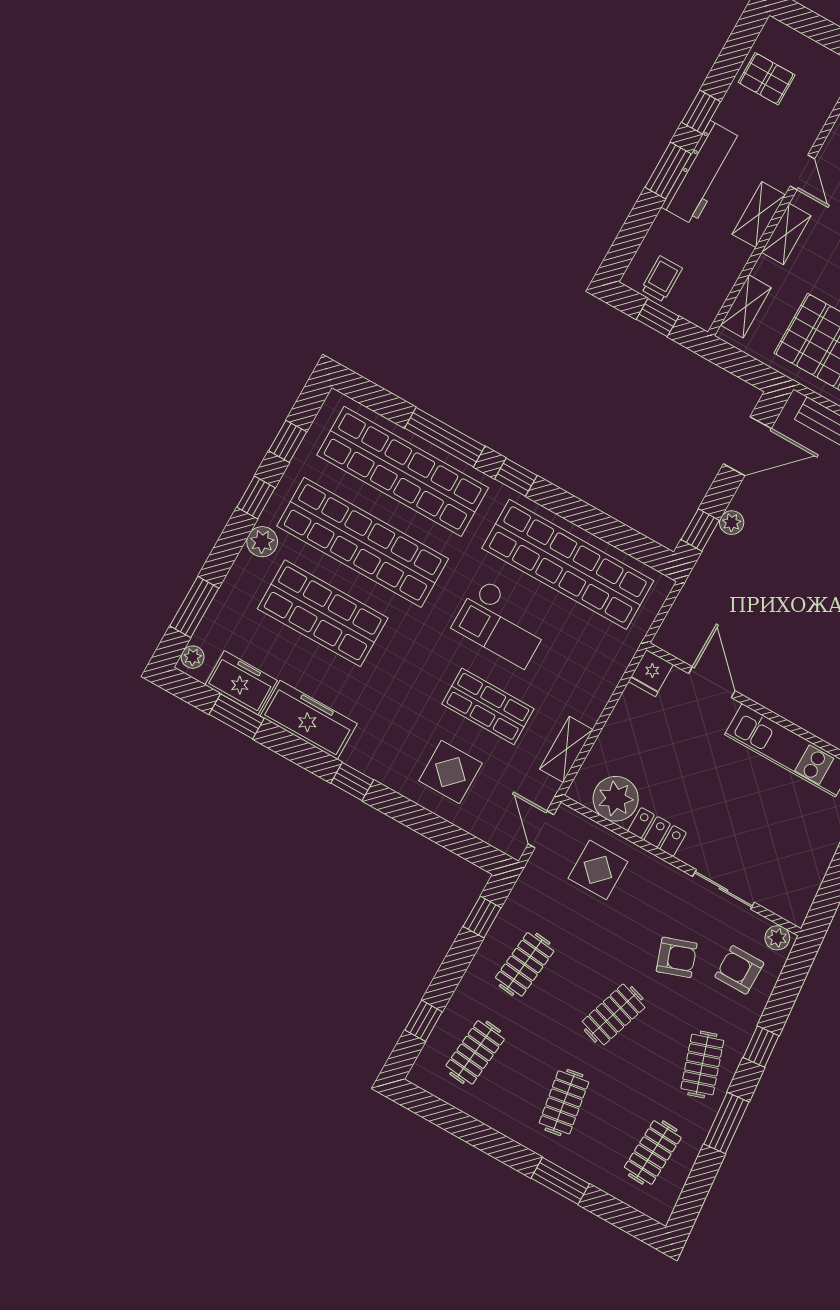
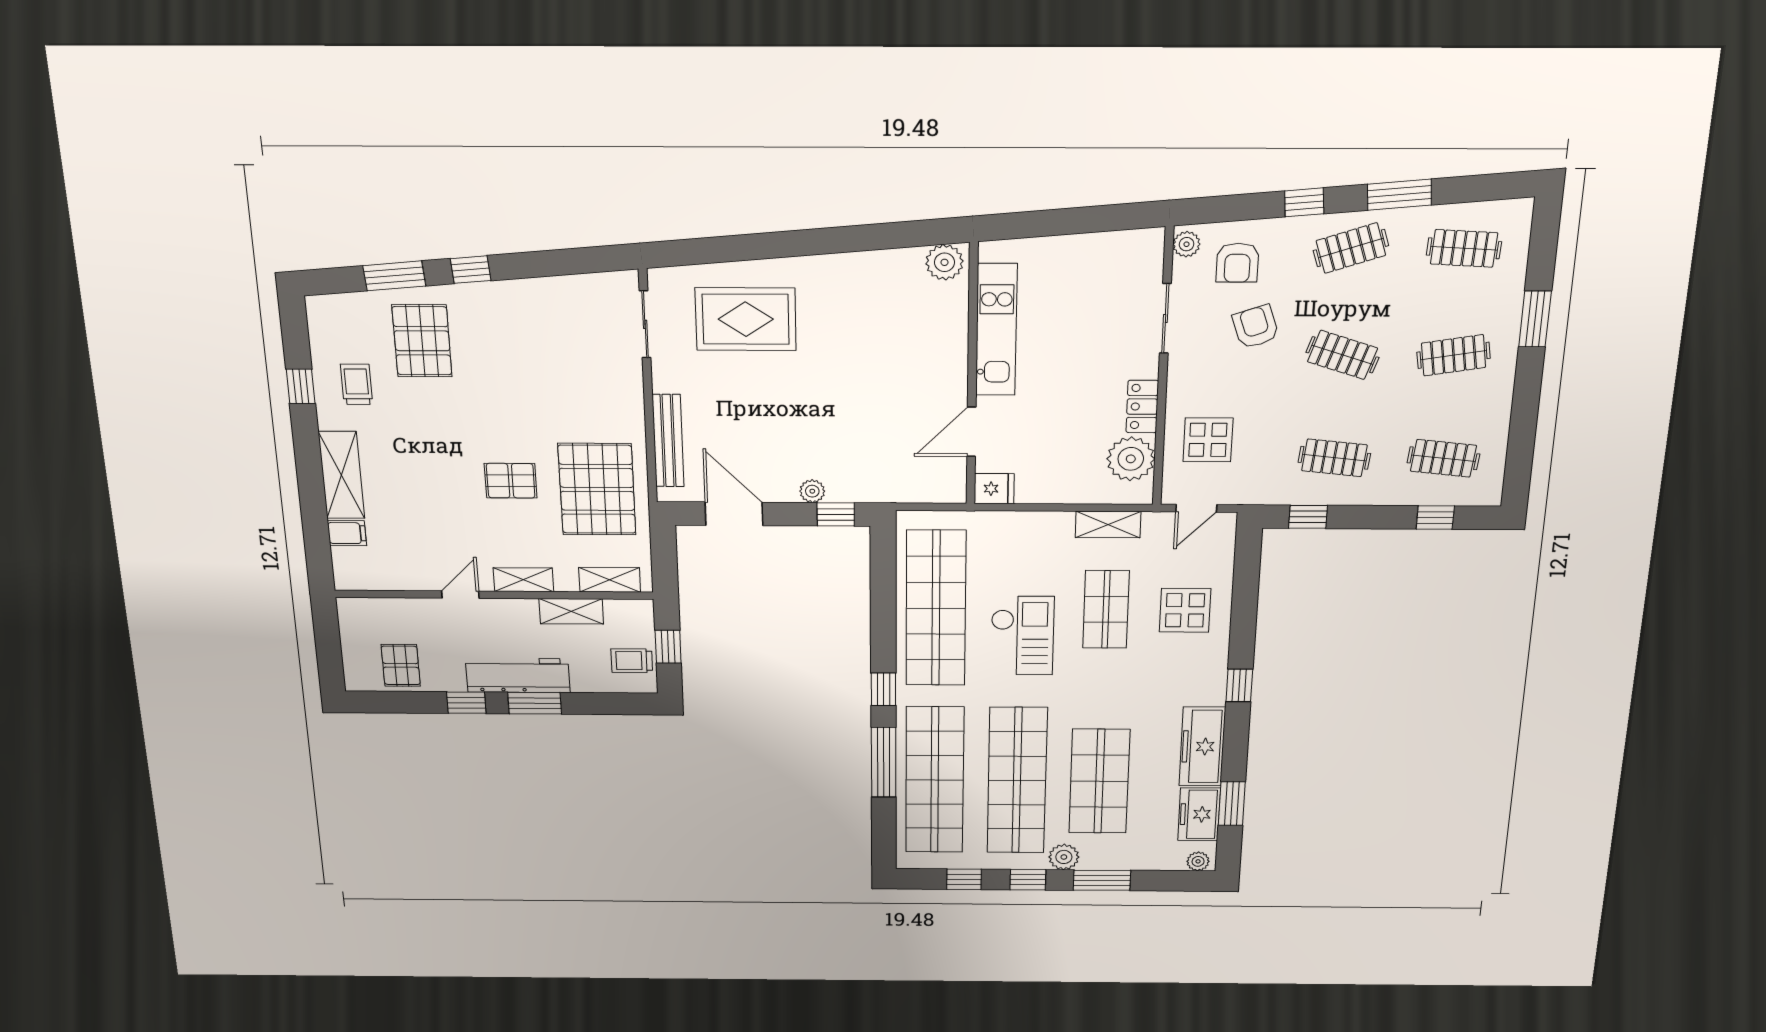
shelving: (759, 215) -> (571, 611), moved
window: (194, 607) -> (1102, 880), moved

